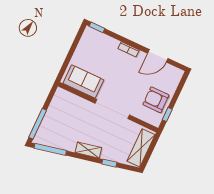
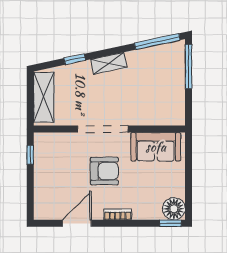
floor lamp: (90, 36) -> (174, 209), added
armchair: (156, 100) -> (104, 171), moved

